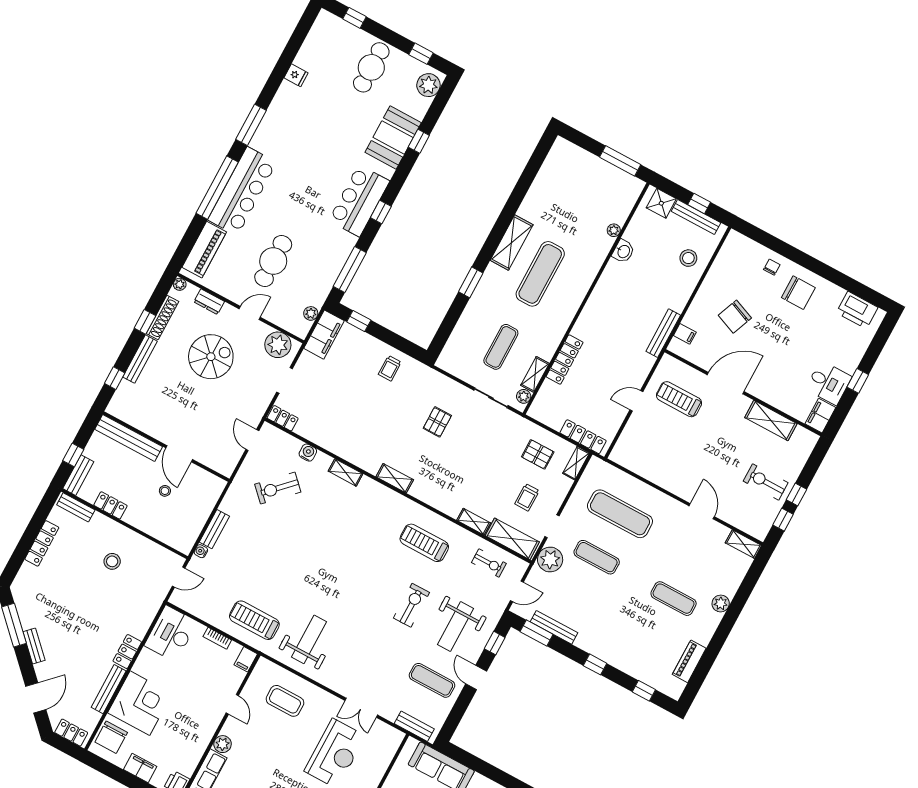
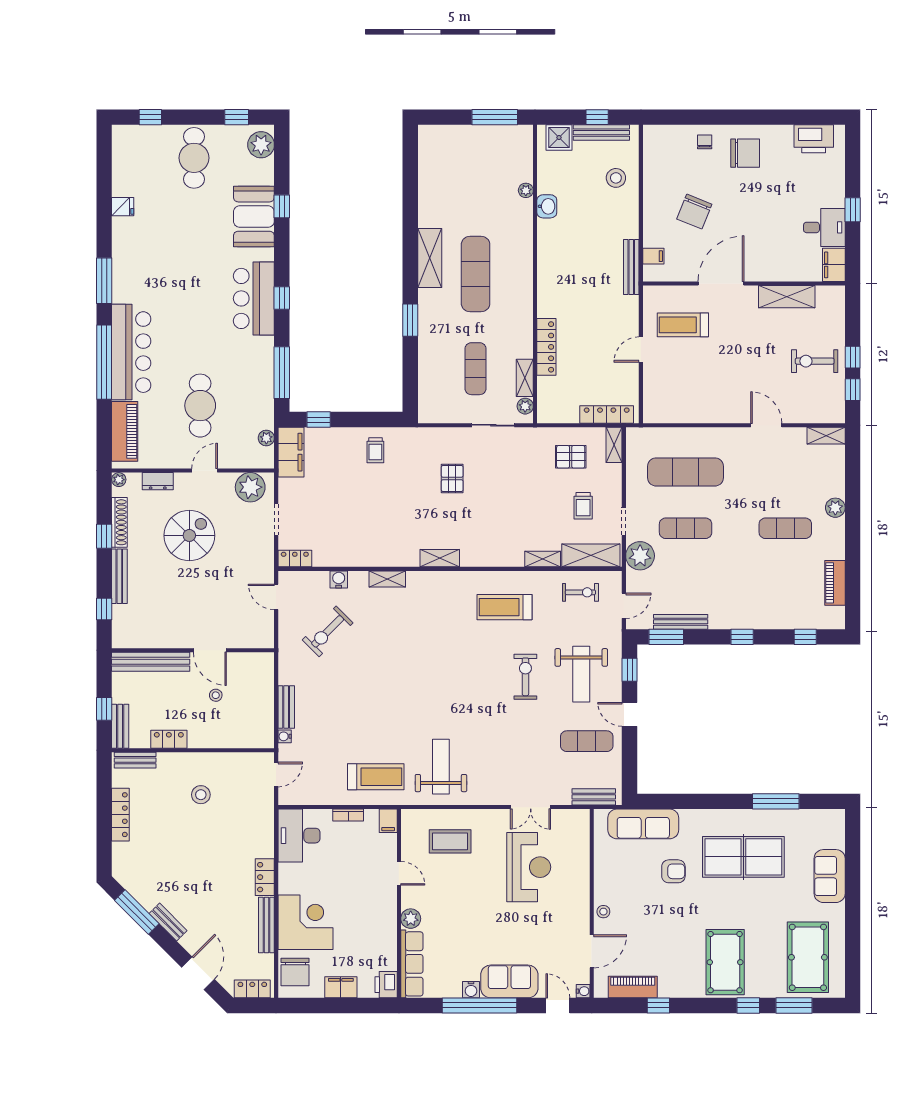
treadmill: (254, 620) -> (376, 777), turned 180

